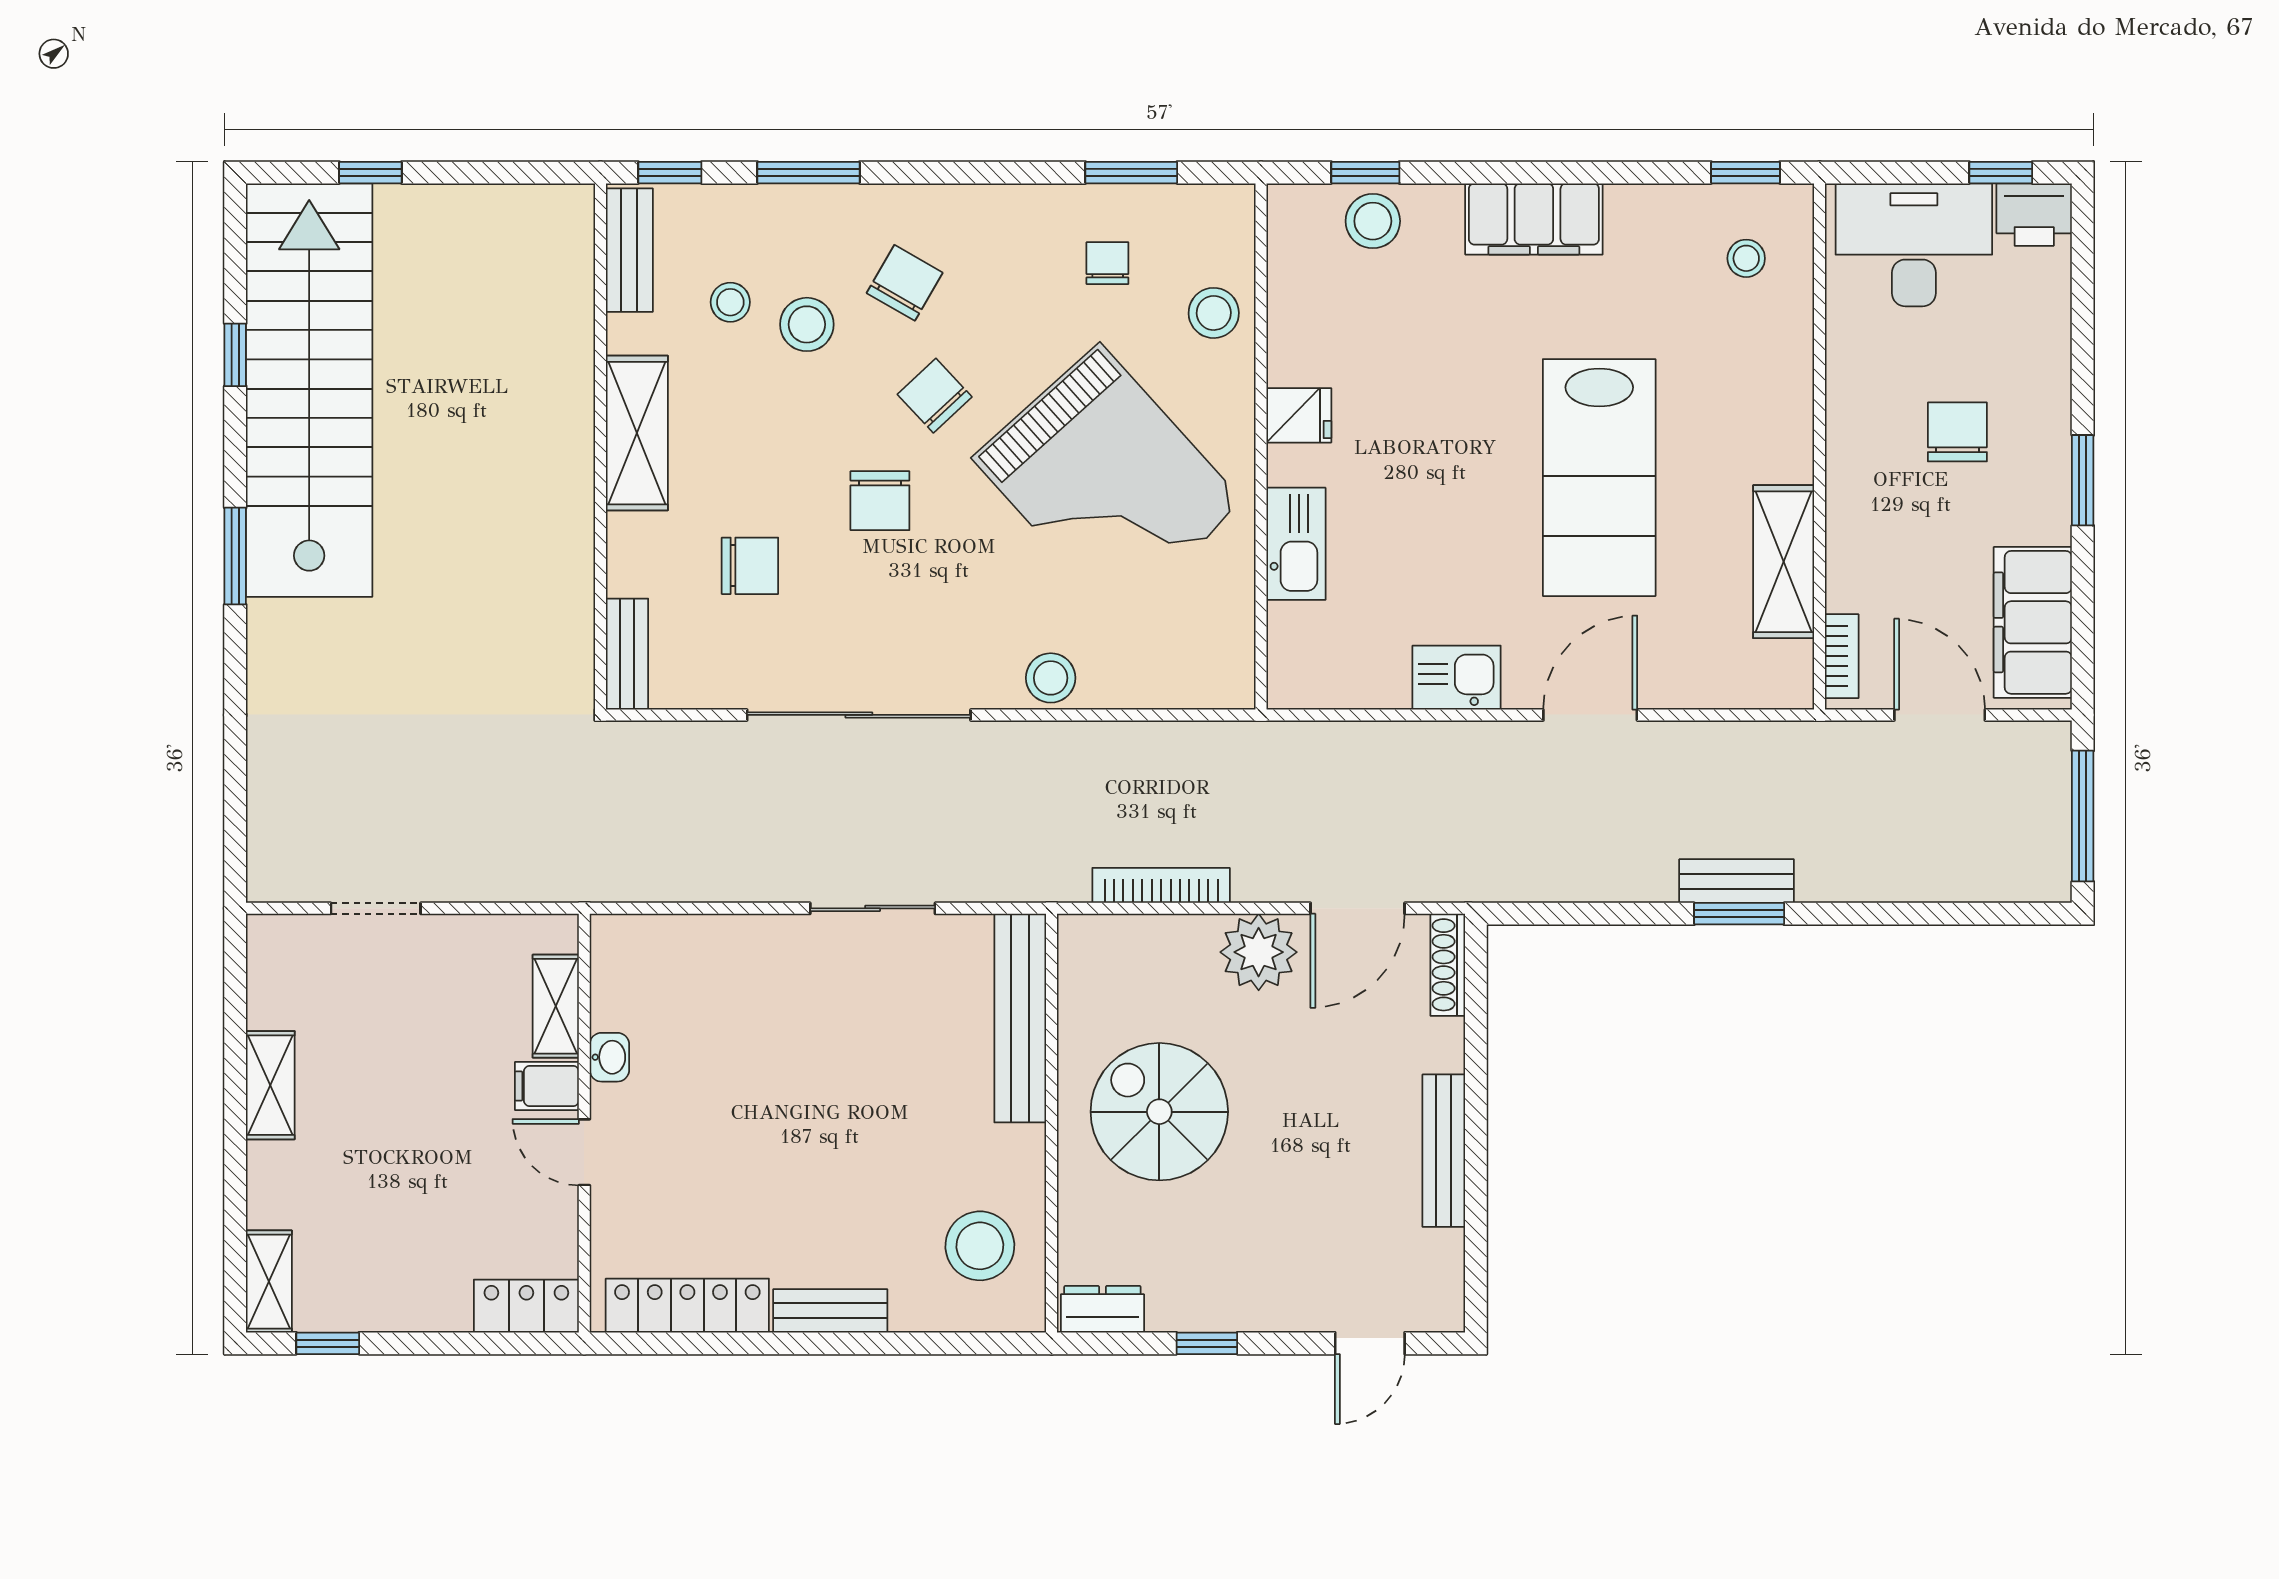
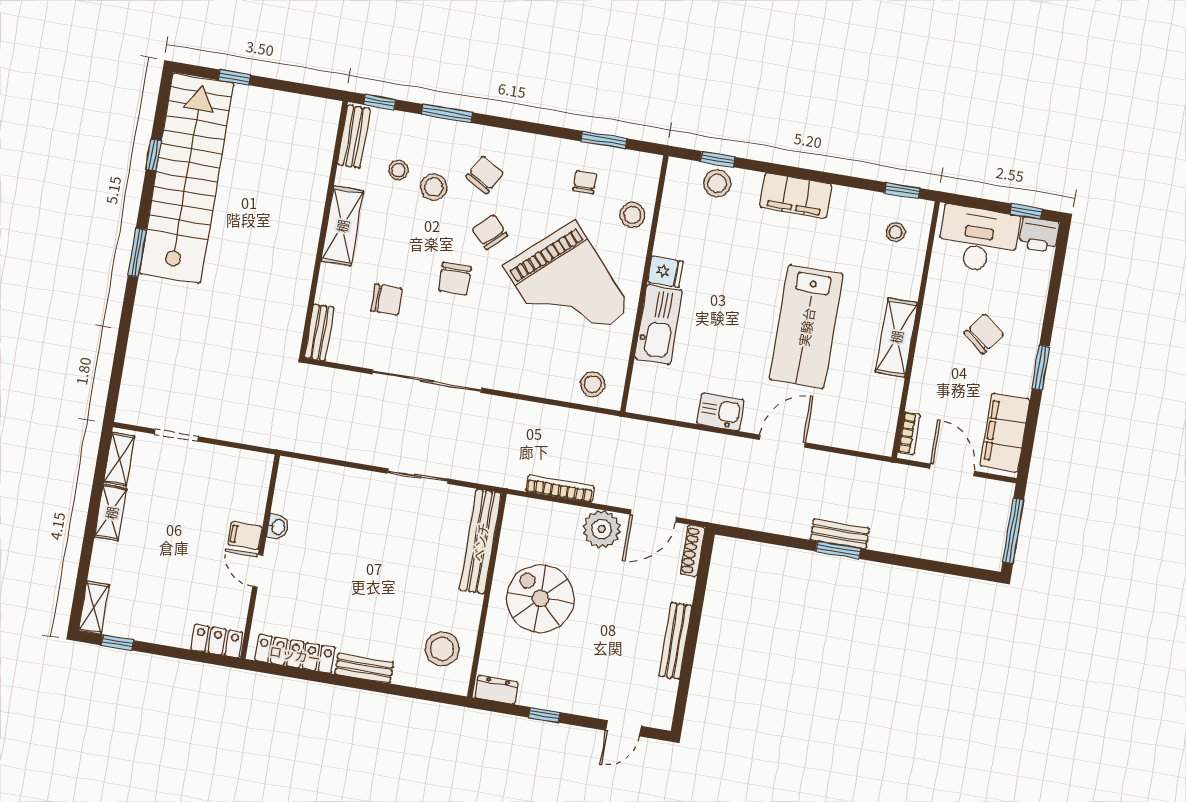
chair: (1957, 432) -> (984, 334), turned 38
kitchen sink: (1296, 544) -> (659, 325), width x1.36, depth x1.24
shelving: (1784, 562) -> (896, 337), moved
stool: (1051, 678) -> (593, 384), moved
shelving: (556, 1006) -> (119, 459), moved

